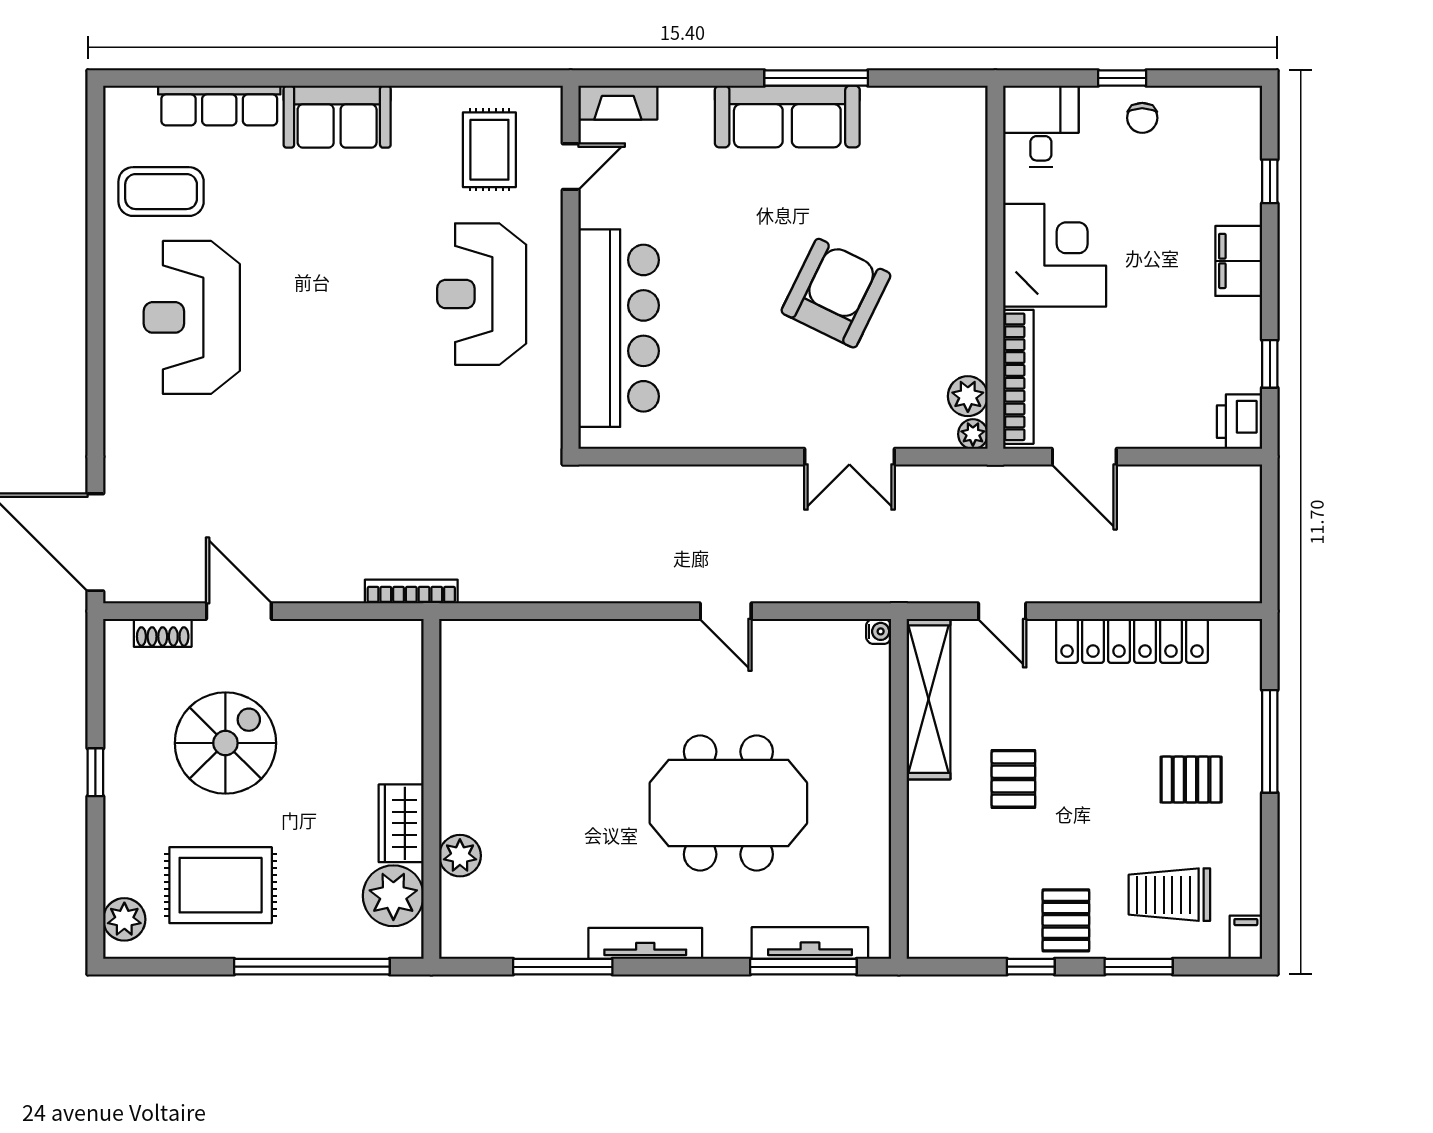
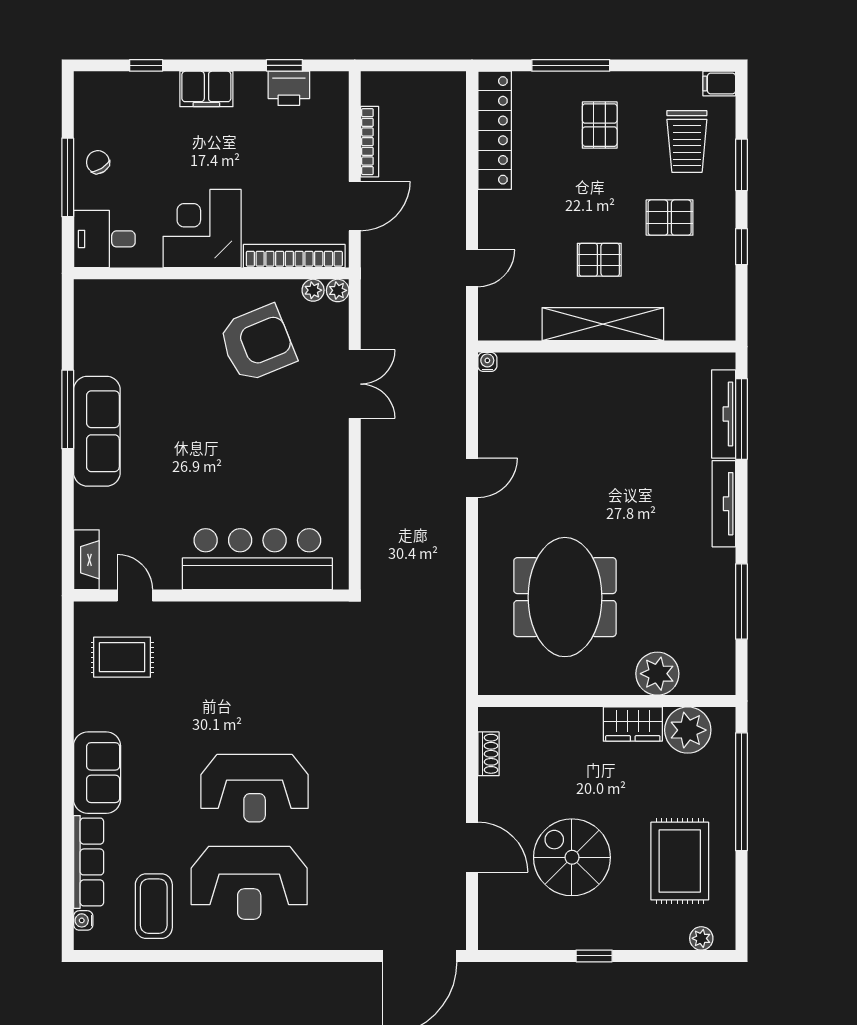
window: (1122, 78) -> (68, 177), width x2.17
water cooler: (142, 99) -> (83, 920), added
chair: (1142, 118) -> (98, 162), turned -122
armchair: (836, 293) -> (257, 343), moved, turned 132
reception desk: (482, 294) -> (255, 788), moved
plant: (968, 396) -> (313, 290), width x0.73, depth x0.73
printer: (1239, 422) -> (289, 88), moved
bookcase: (411, 592) -> (370, 142), moved, turned 180
door: (239, 611) -> (472, 847), swing flipped
shoe rack: (163, 633) -> (488, 754), moved
locker: (1132, 641) -> (495, 130), moved
shelving: (928, 699) -> (603, 324), moved
meeting table: (728, 803) -> (565, 597), moved
plant: (460, 856) -> (657, 674), width x1.36, depth x1.36
plant: (124, 919) -> (701, 938), width x0.73, depth x0.73
pallet: (1066, 920) -> (670, 218), moved
tv unit: (645, 943) -> (724, 504), moved

